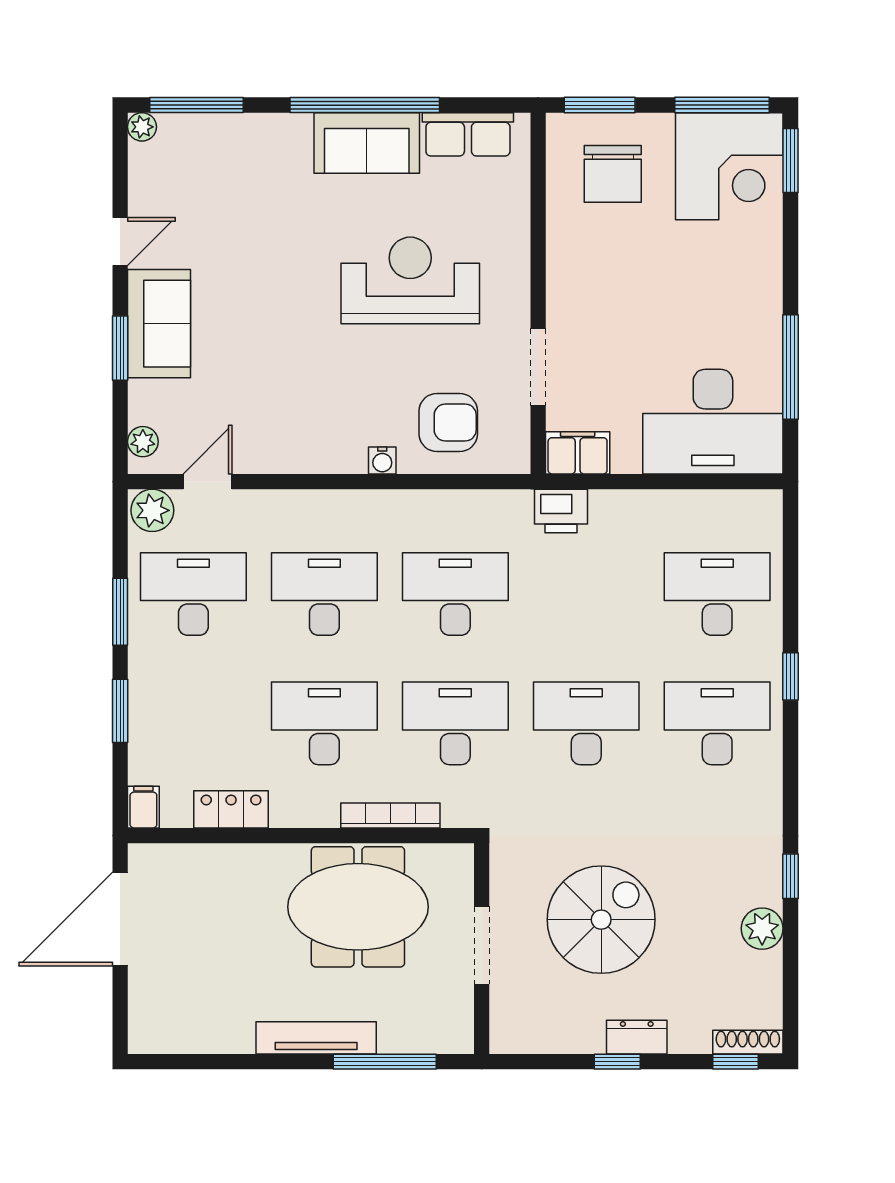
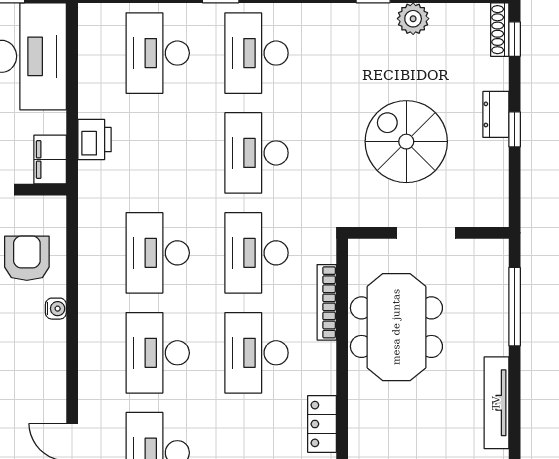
printer: (561, 511) -> (94, 140), moved
tv unit: (316, 1038) -> (496, 403), moved

